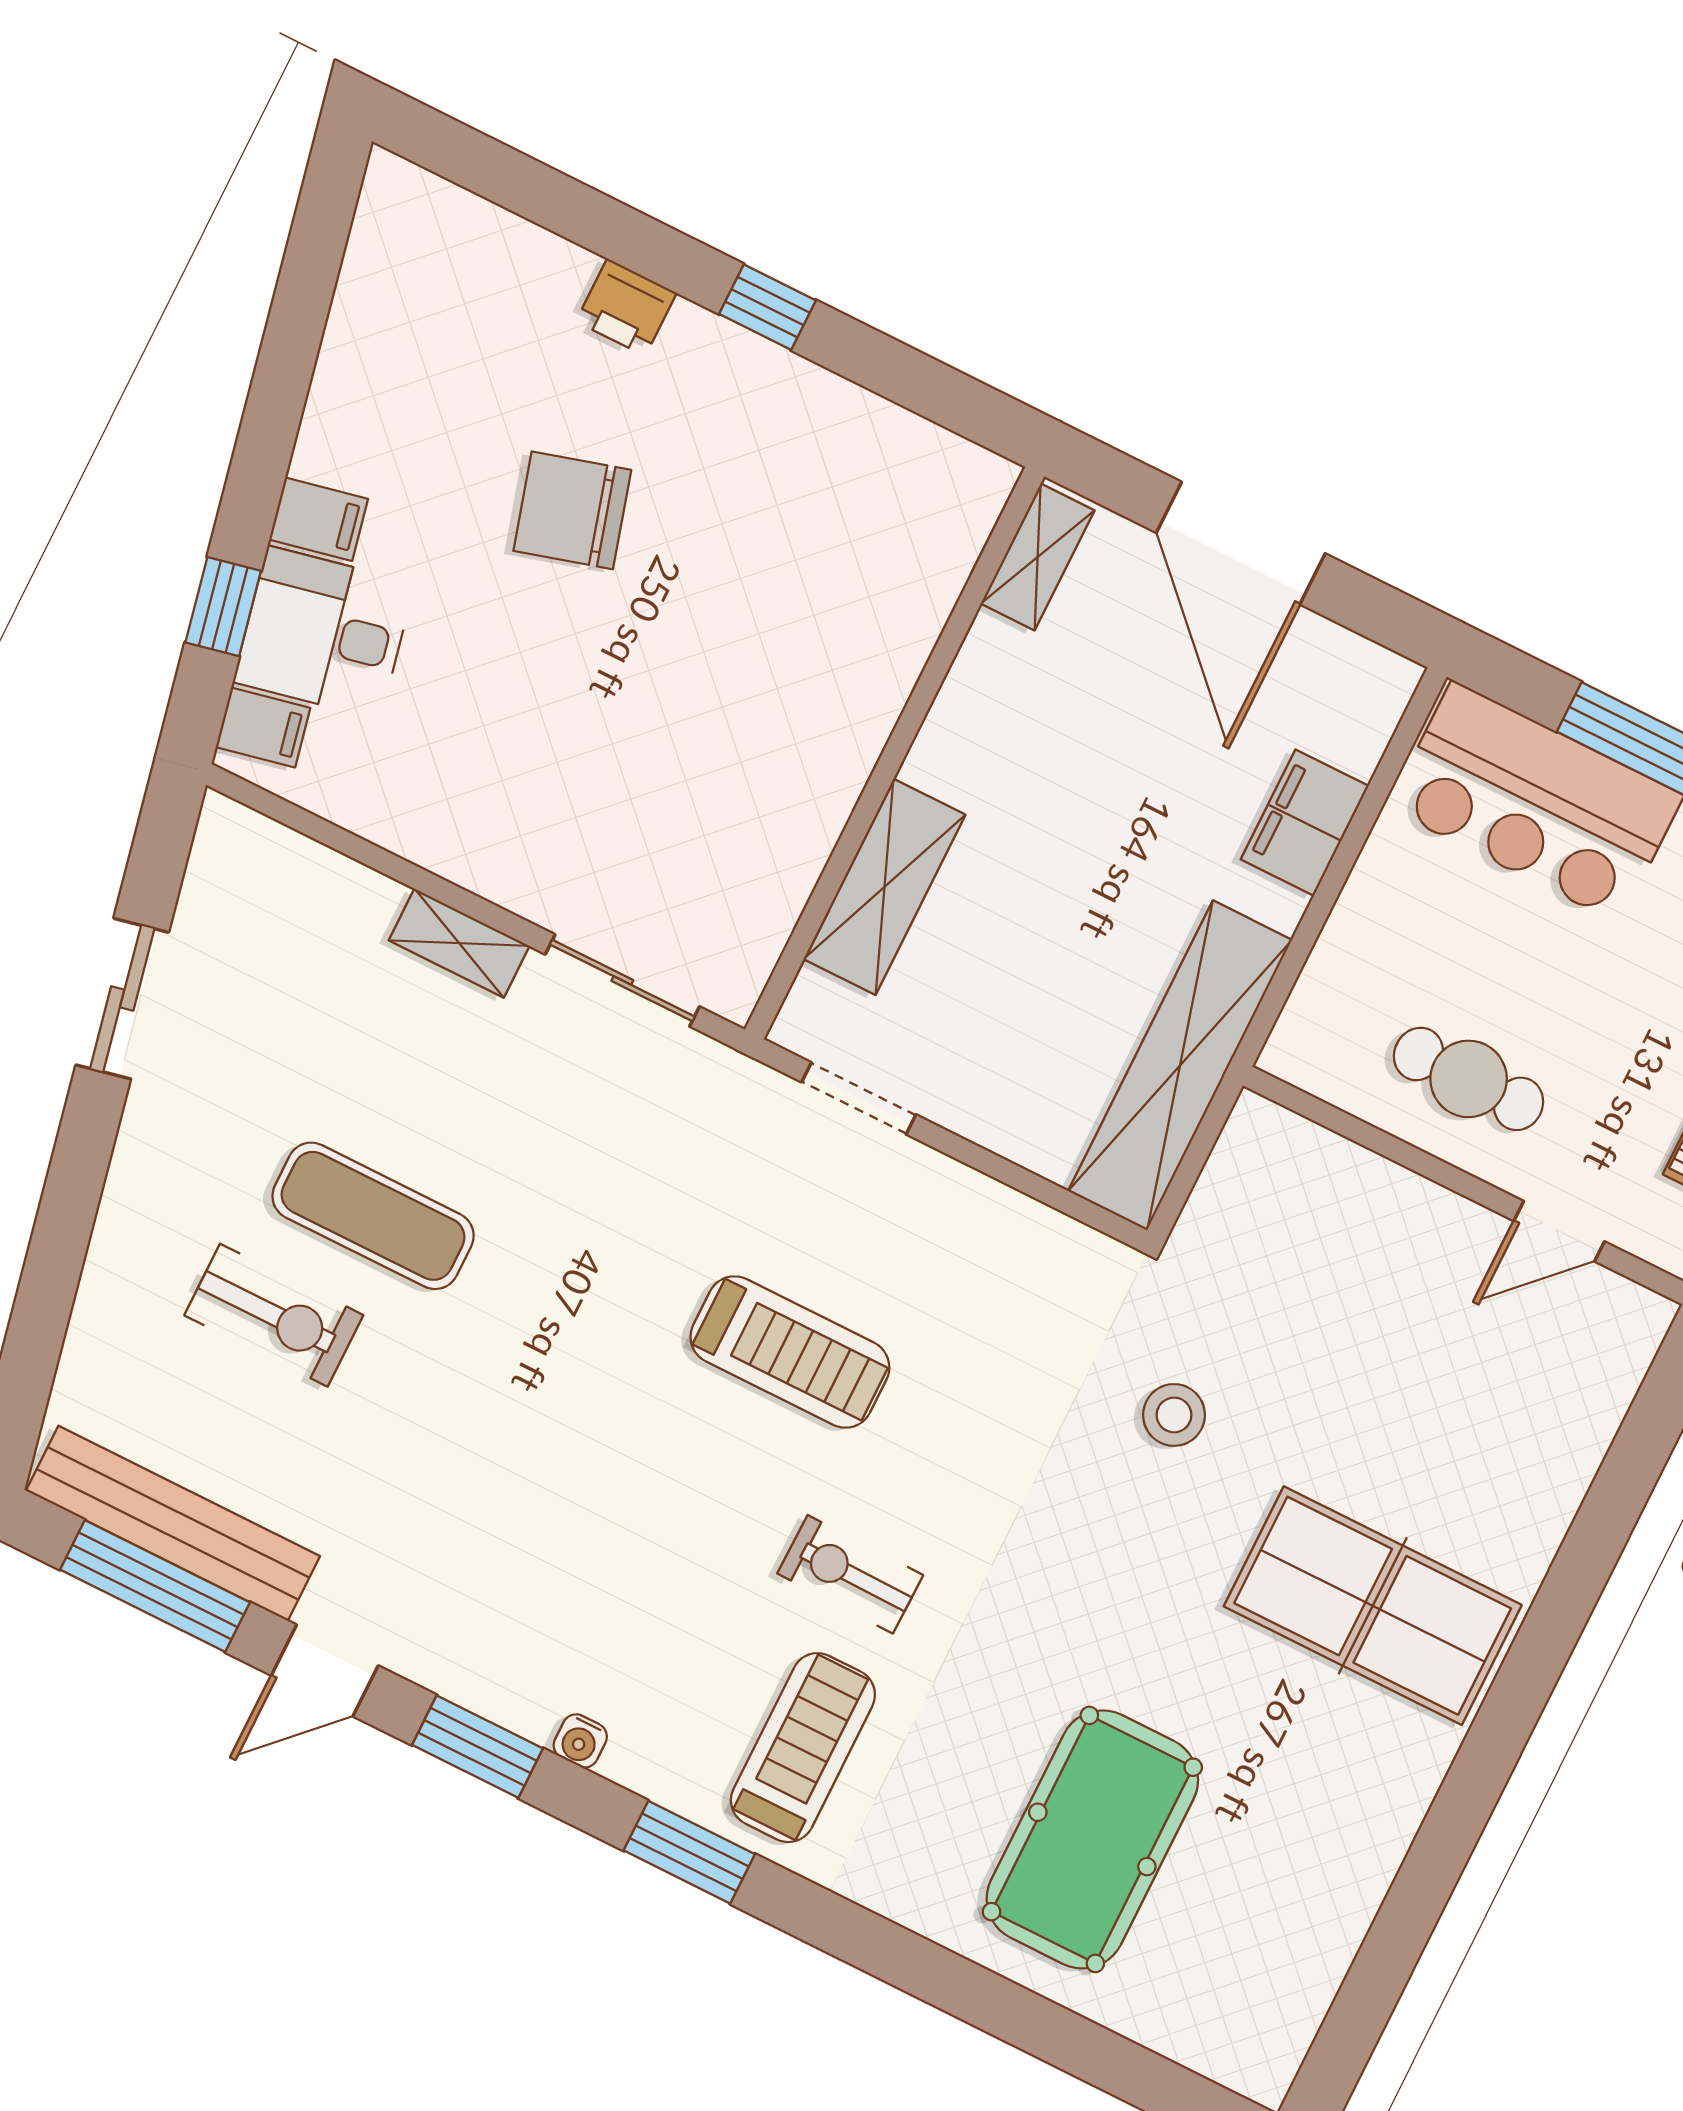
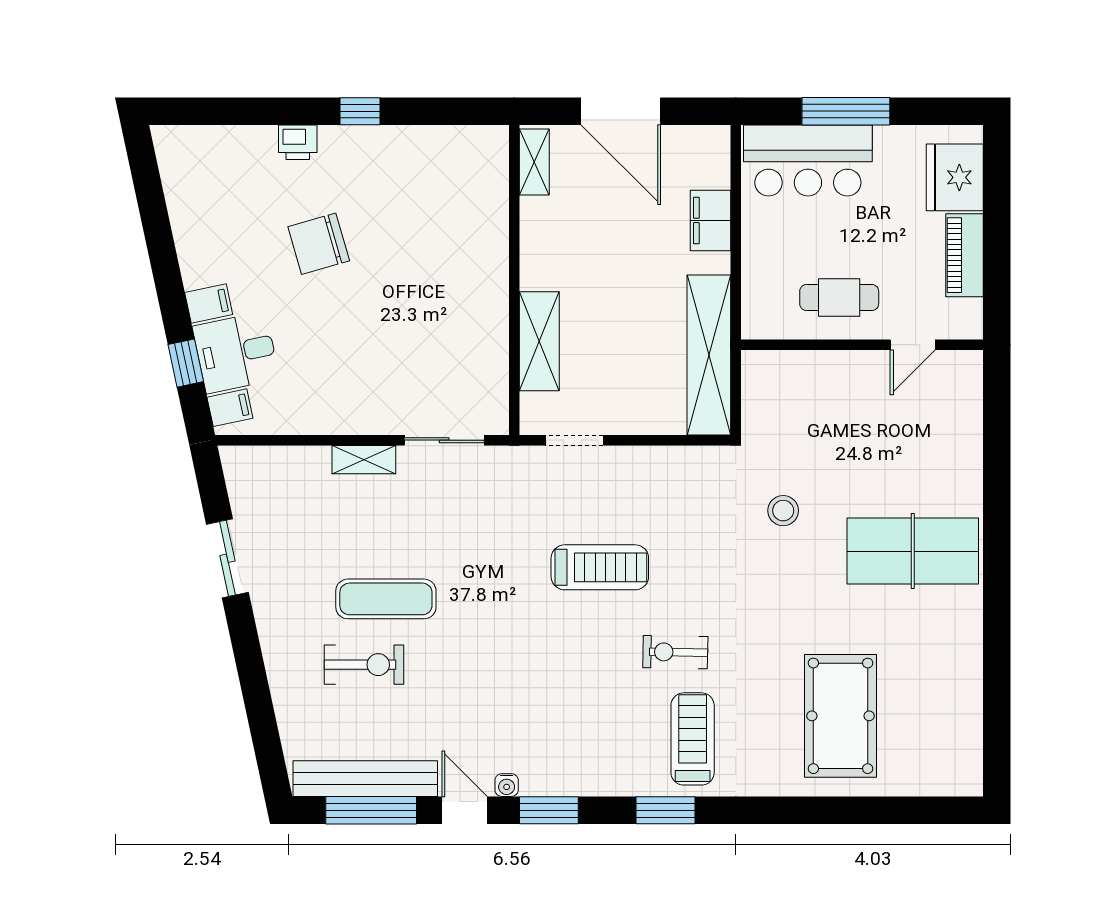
door: (325, 1671) -> (465, 810), swing flipped
water cooler: (580, 1741) -> (507, 785), moved

